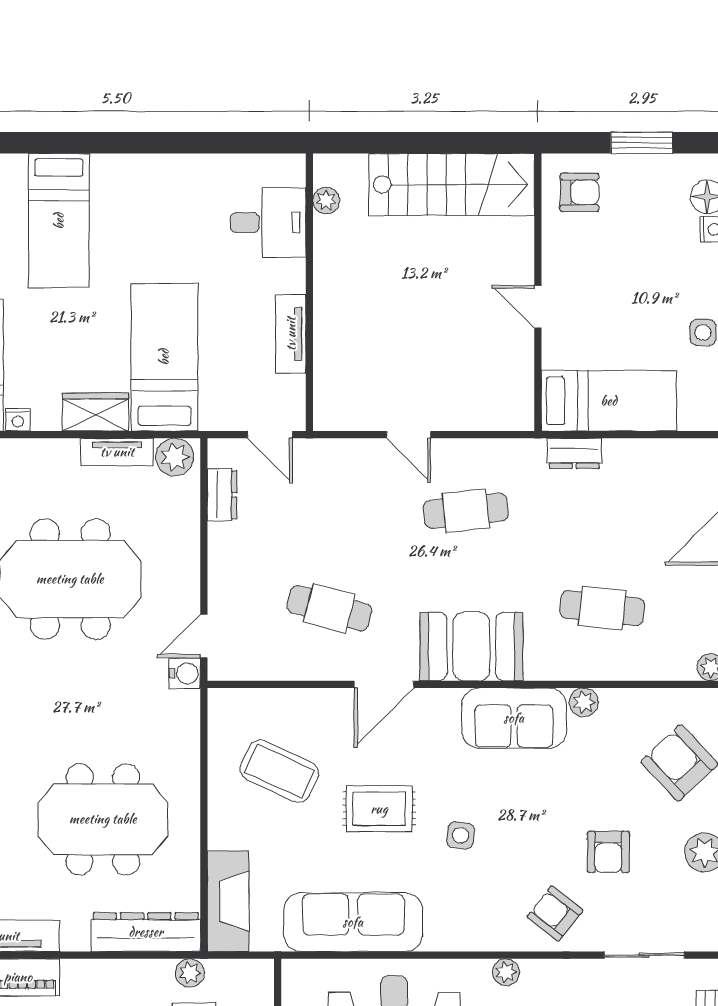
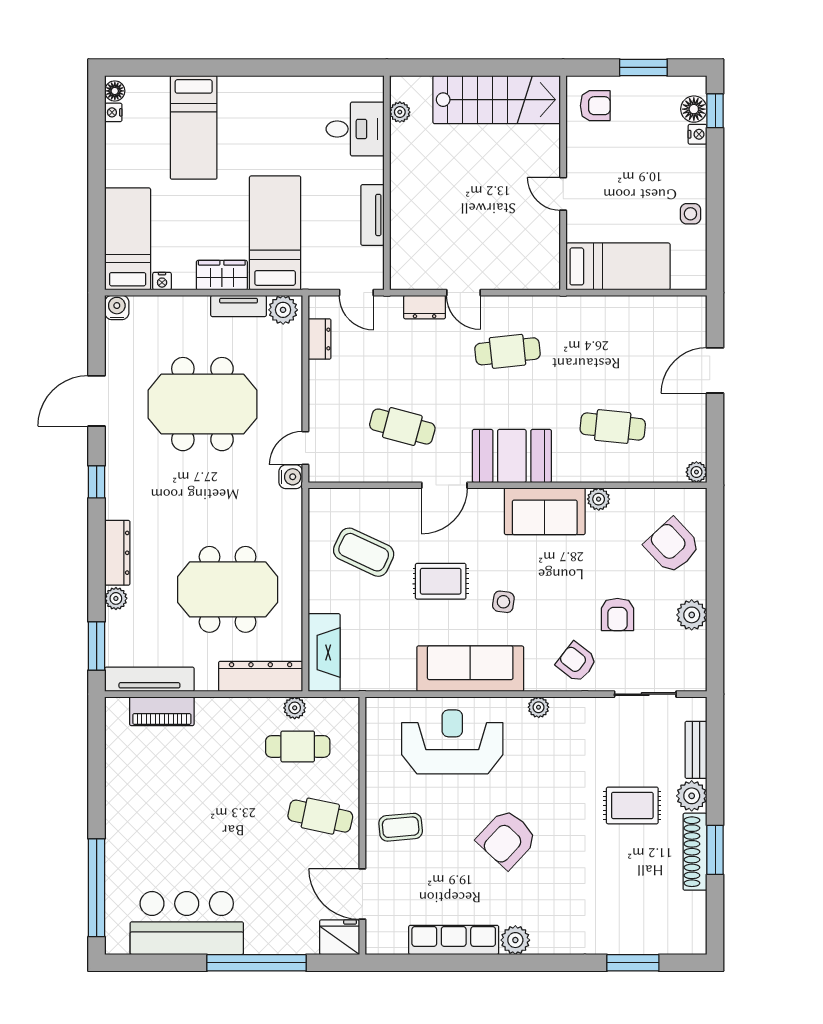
dresser: (574, 453) -> (425, 307), moved
sofa: (353, 922) -> (470, 669), moved

